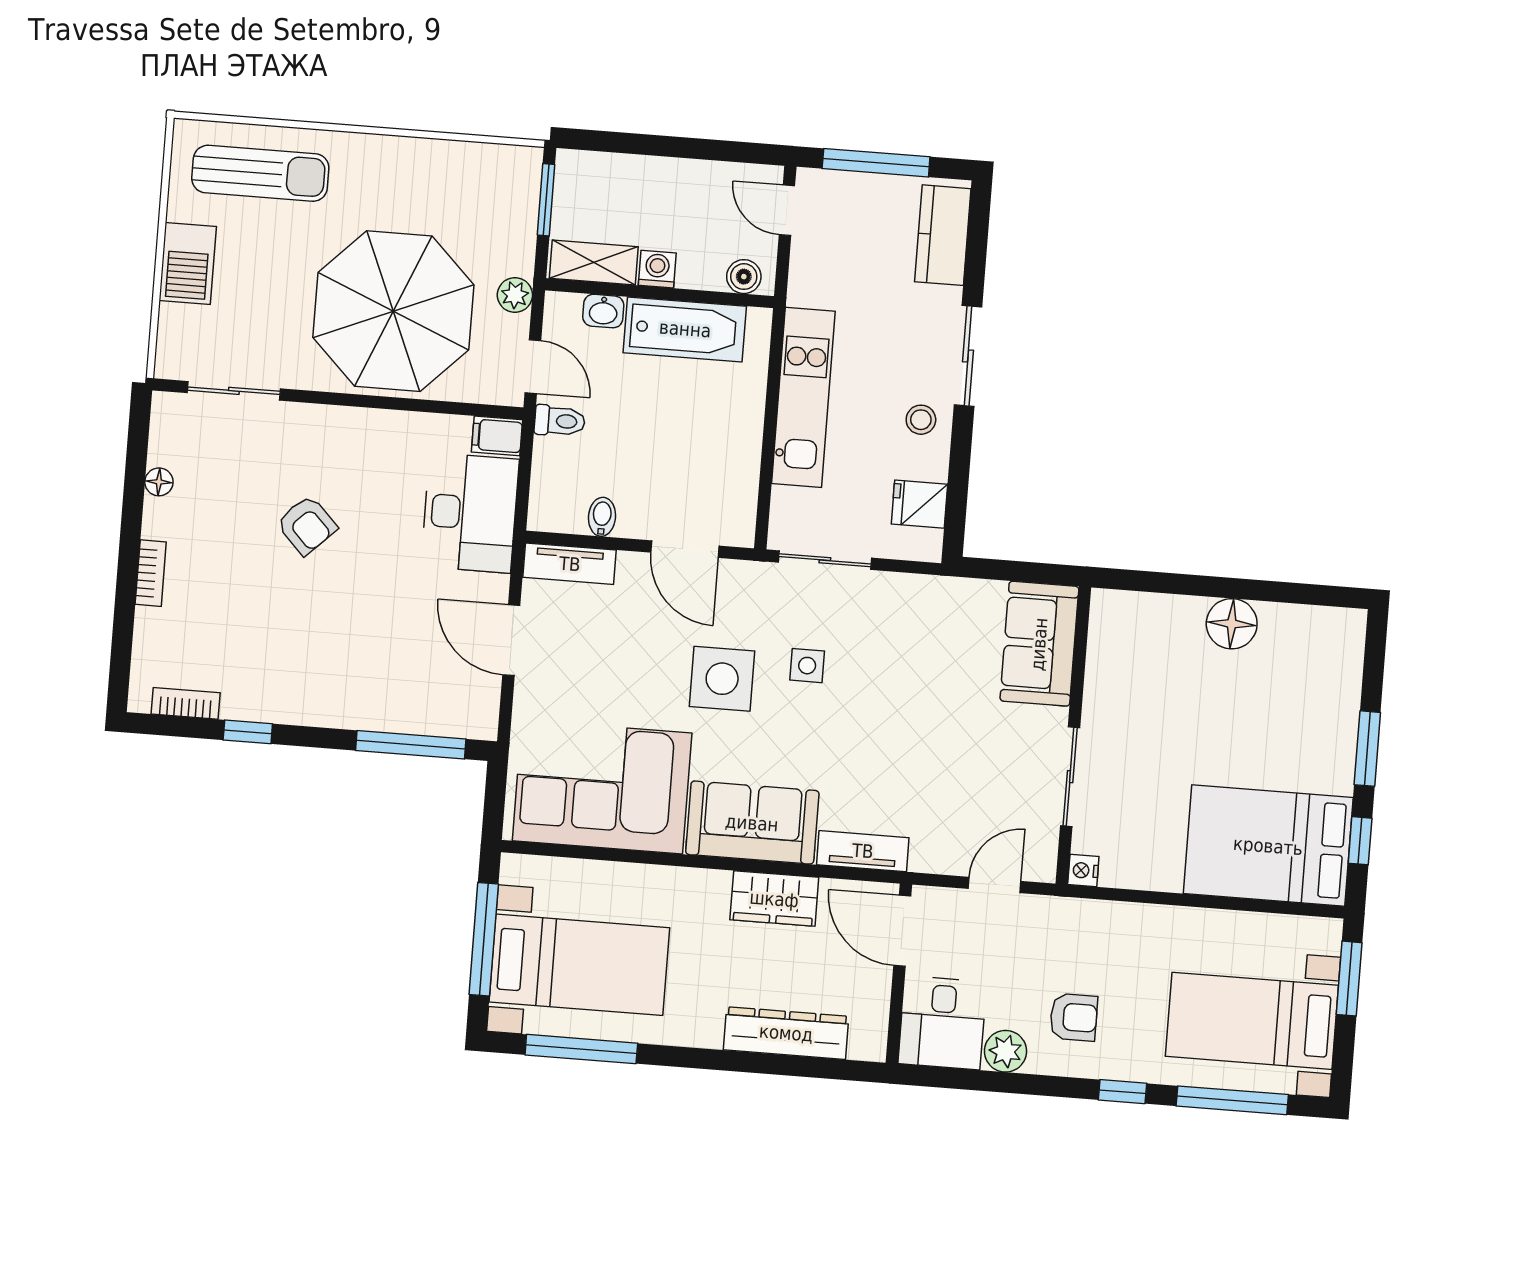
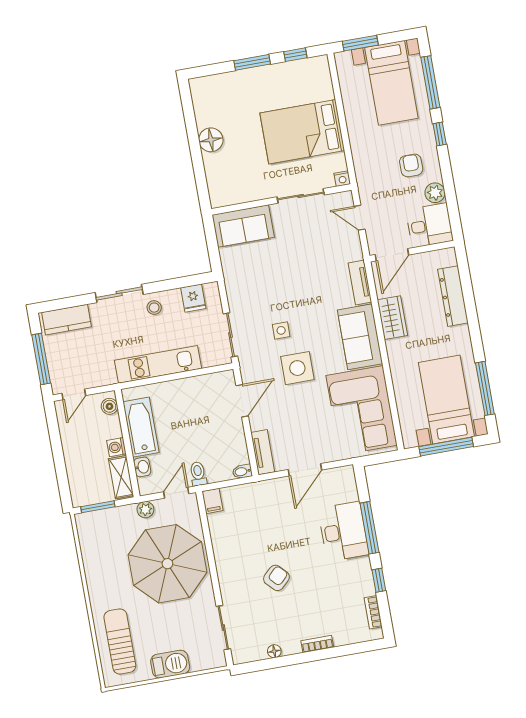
desk: (470, 513) -> (343, 531), moved, turned 90
bidet: (602, 517) -> (242, 472), moved
window: (411, 745) -> (369, 528), moved
bed: (1268, 846) -> (302, 132), moved, turned 90

